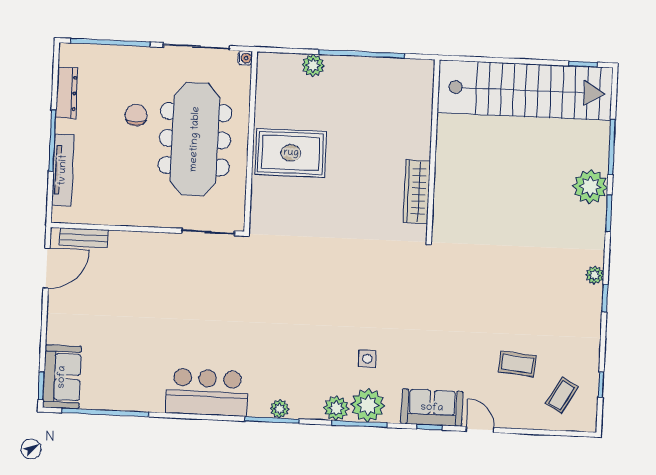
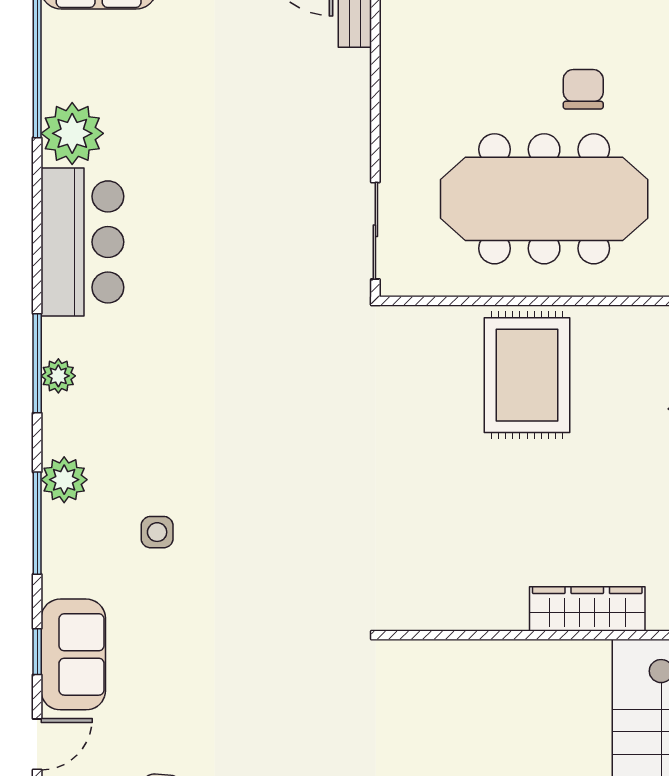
chair: (136, 115) -> (583, 89), turned -90
wardrobe: (417, 192) -> (587, 609), moved
plant: (368, 405) -> (72, 133), moved

